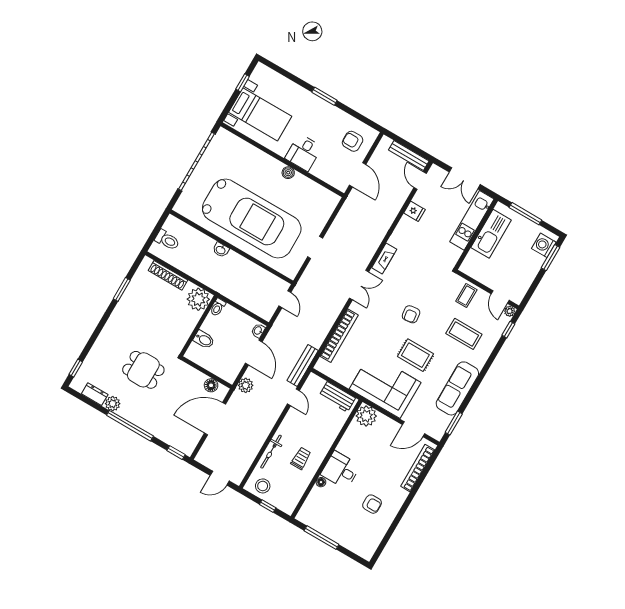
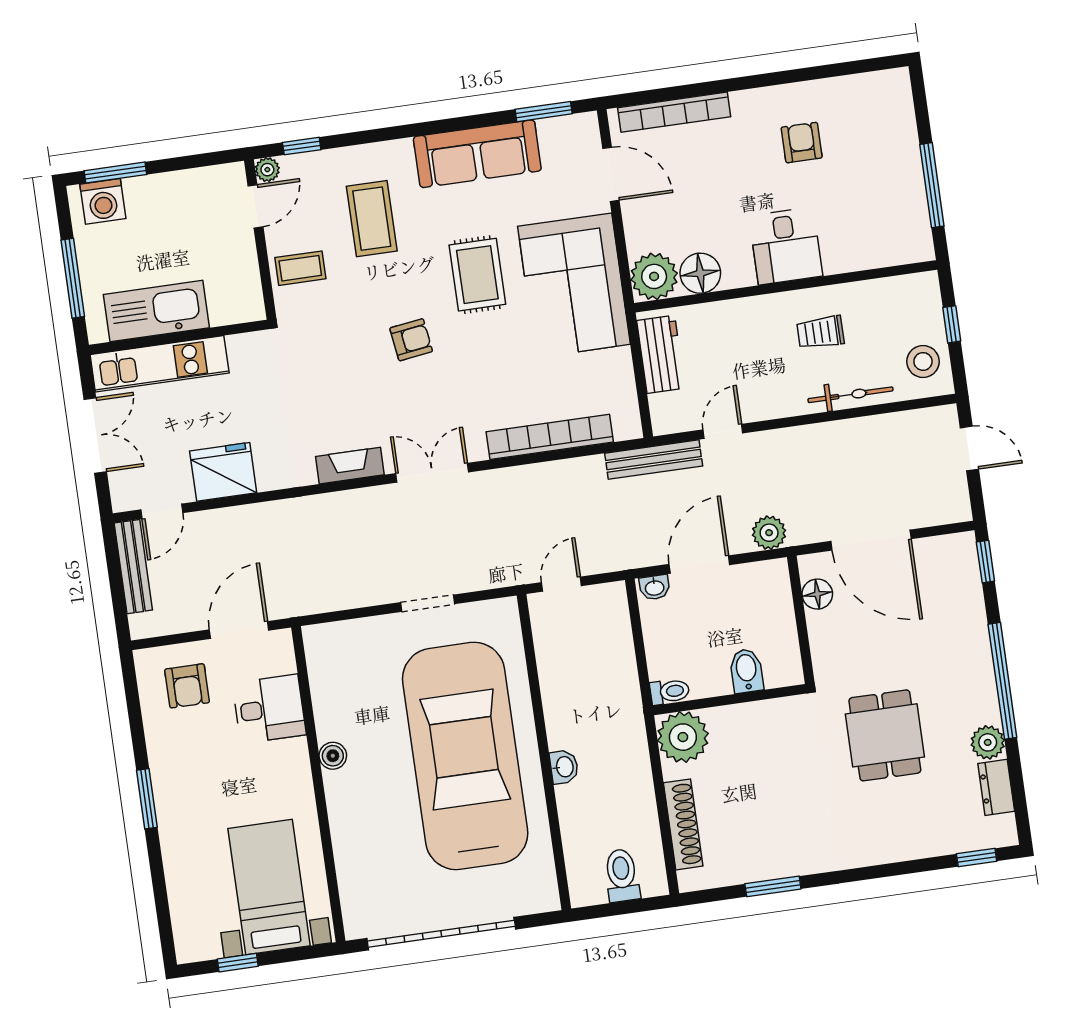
desk: (303, 153) -> (269, 709), moved
fridge: (414, 211) -> (223, 472), width x1.88, depth x1.34
floor lamp: (321, 482) -> (700, 273), moved, width x1.89, depth x1.89

